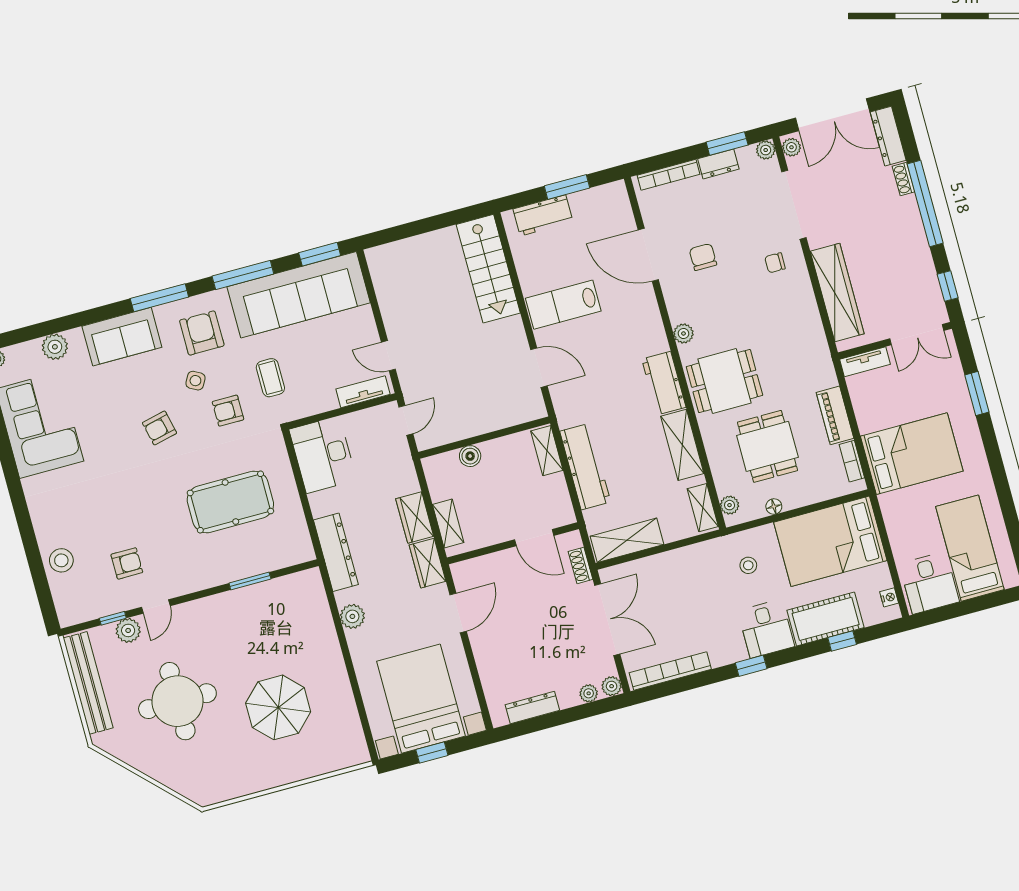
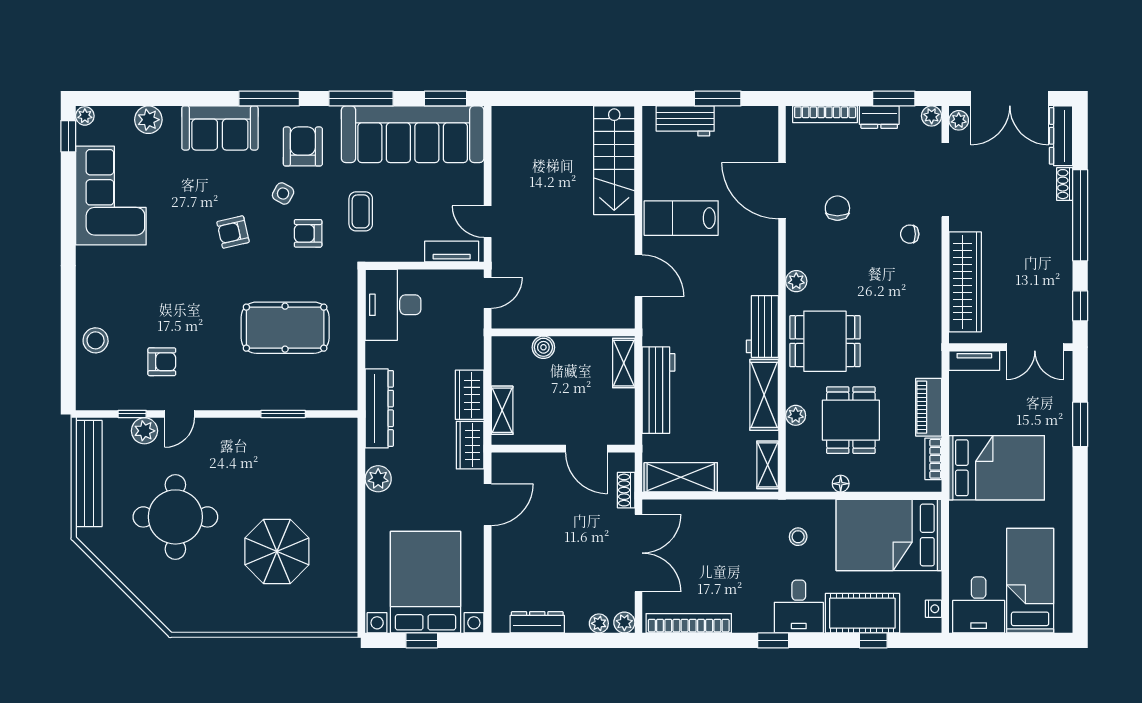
plant: (730, 505) -> (796, 415), moved

